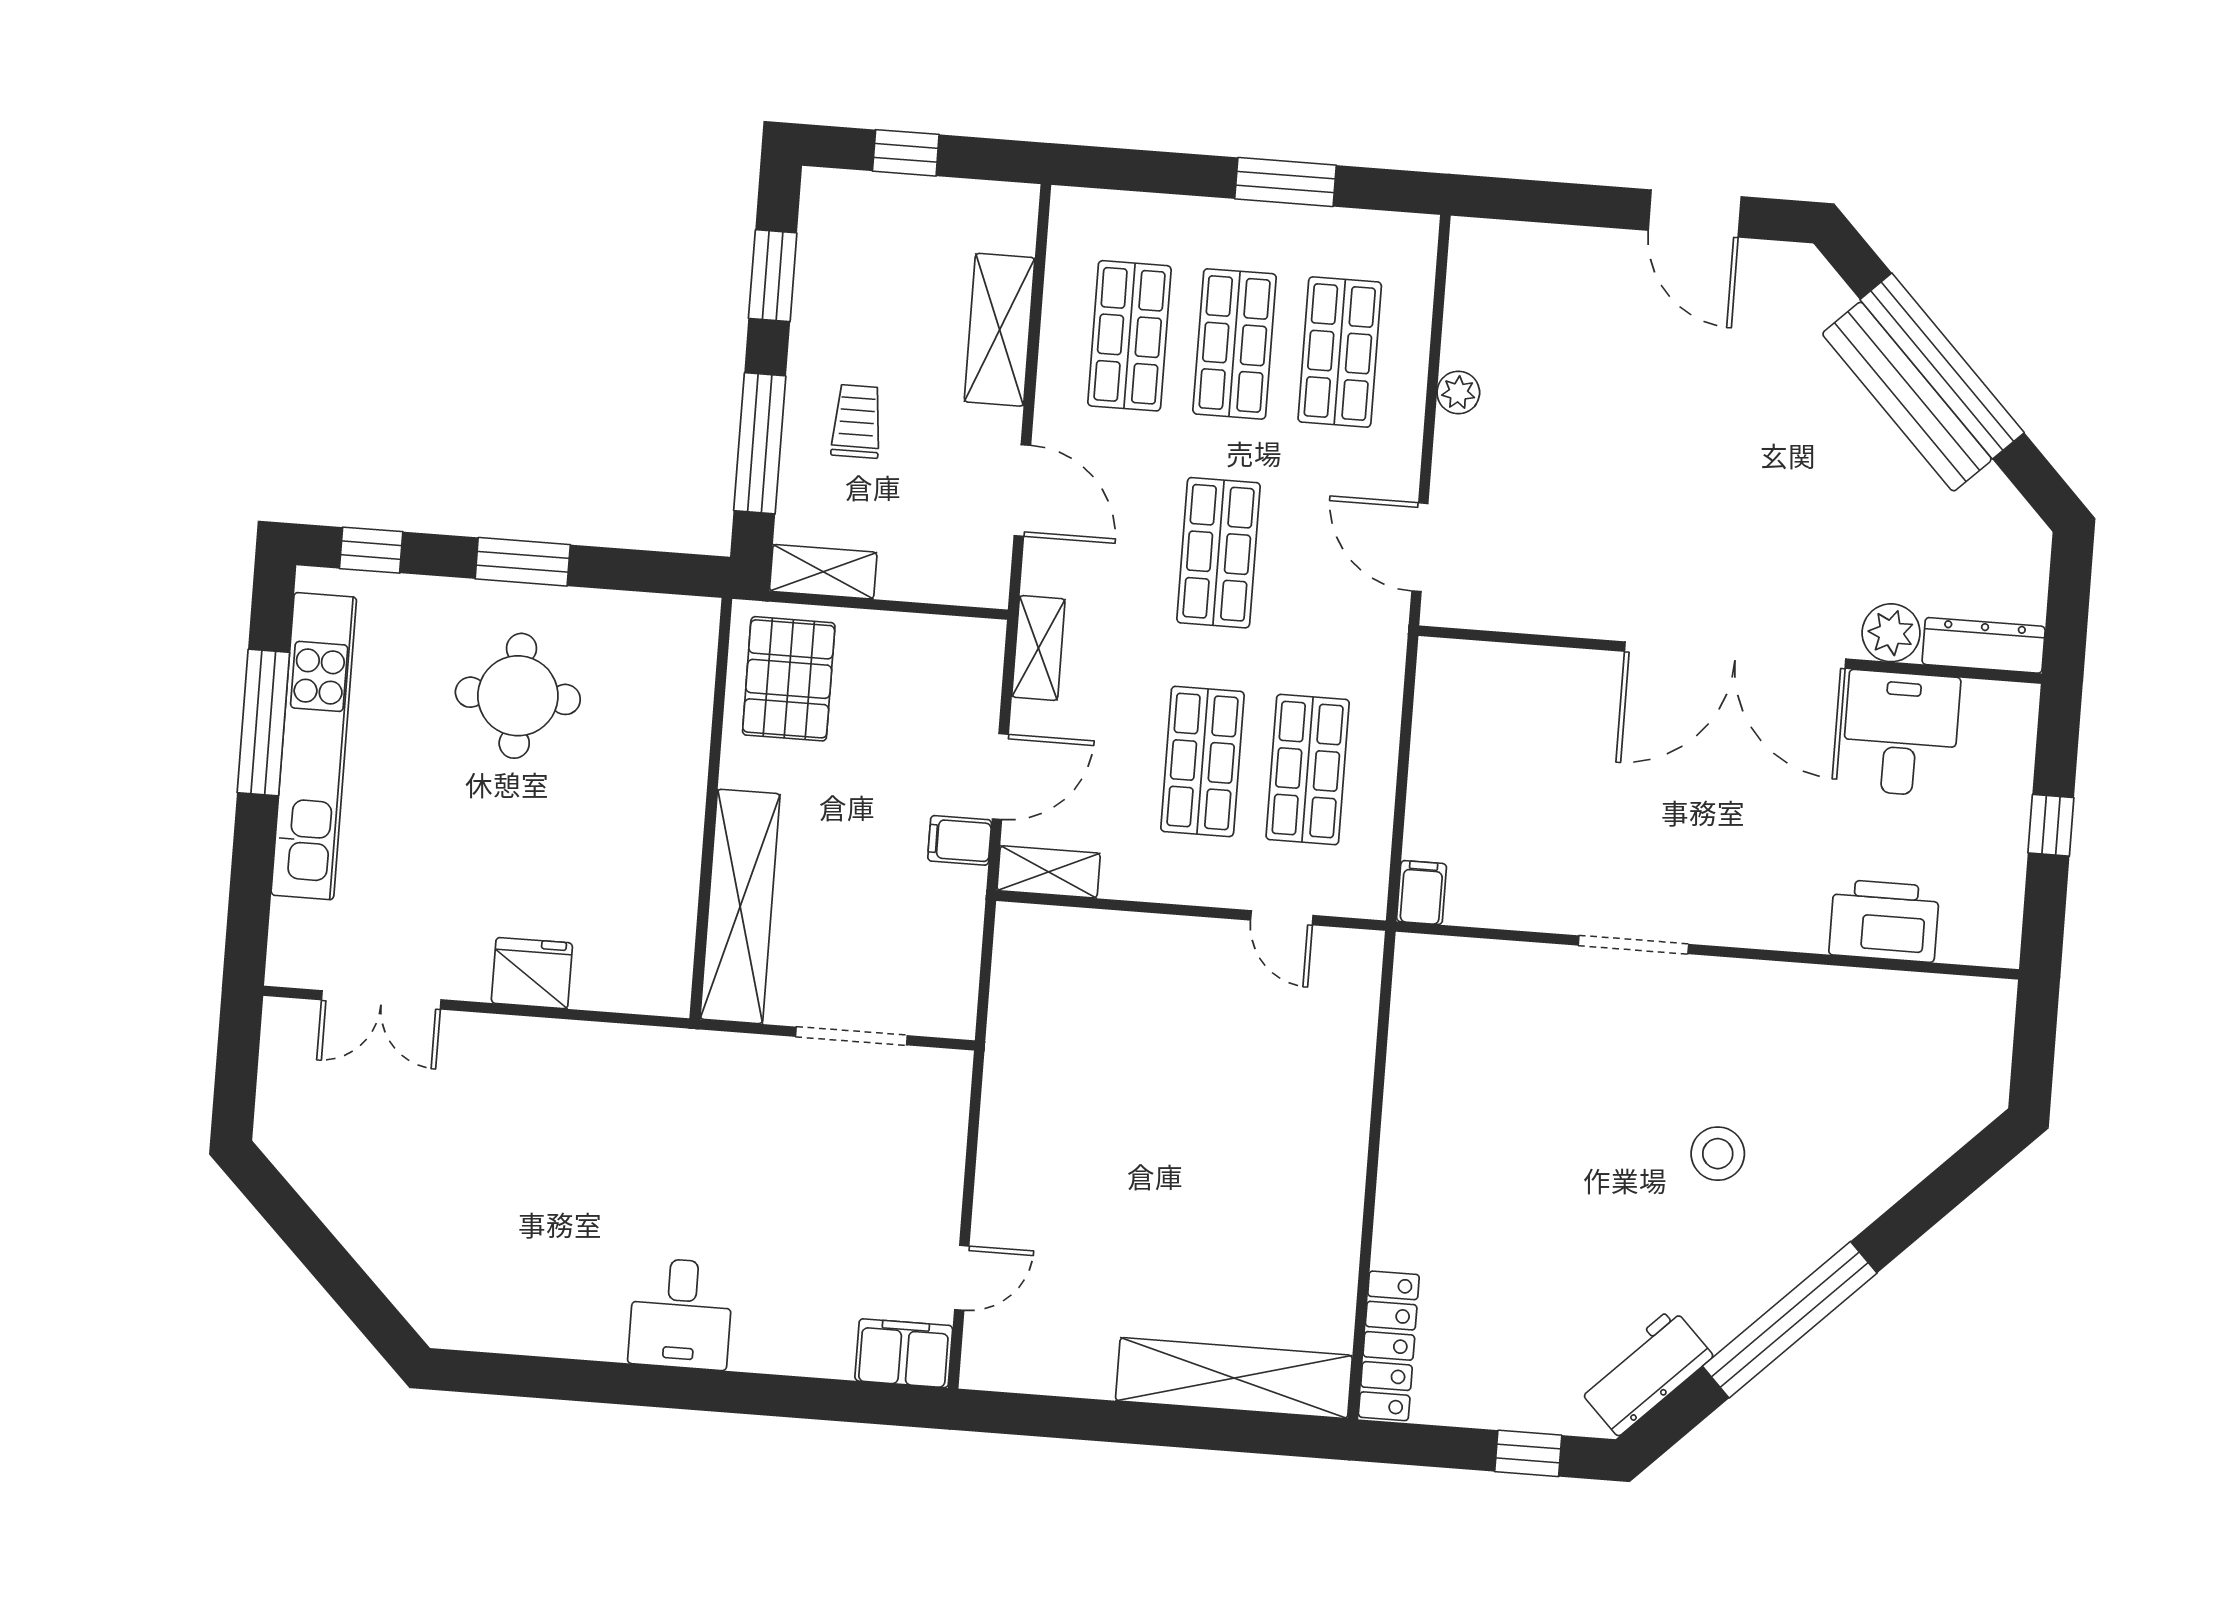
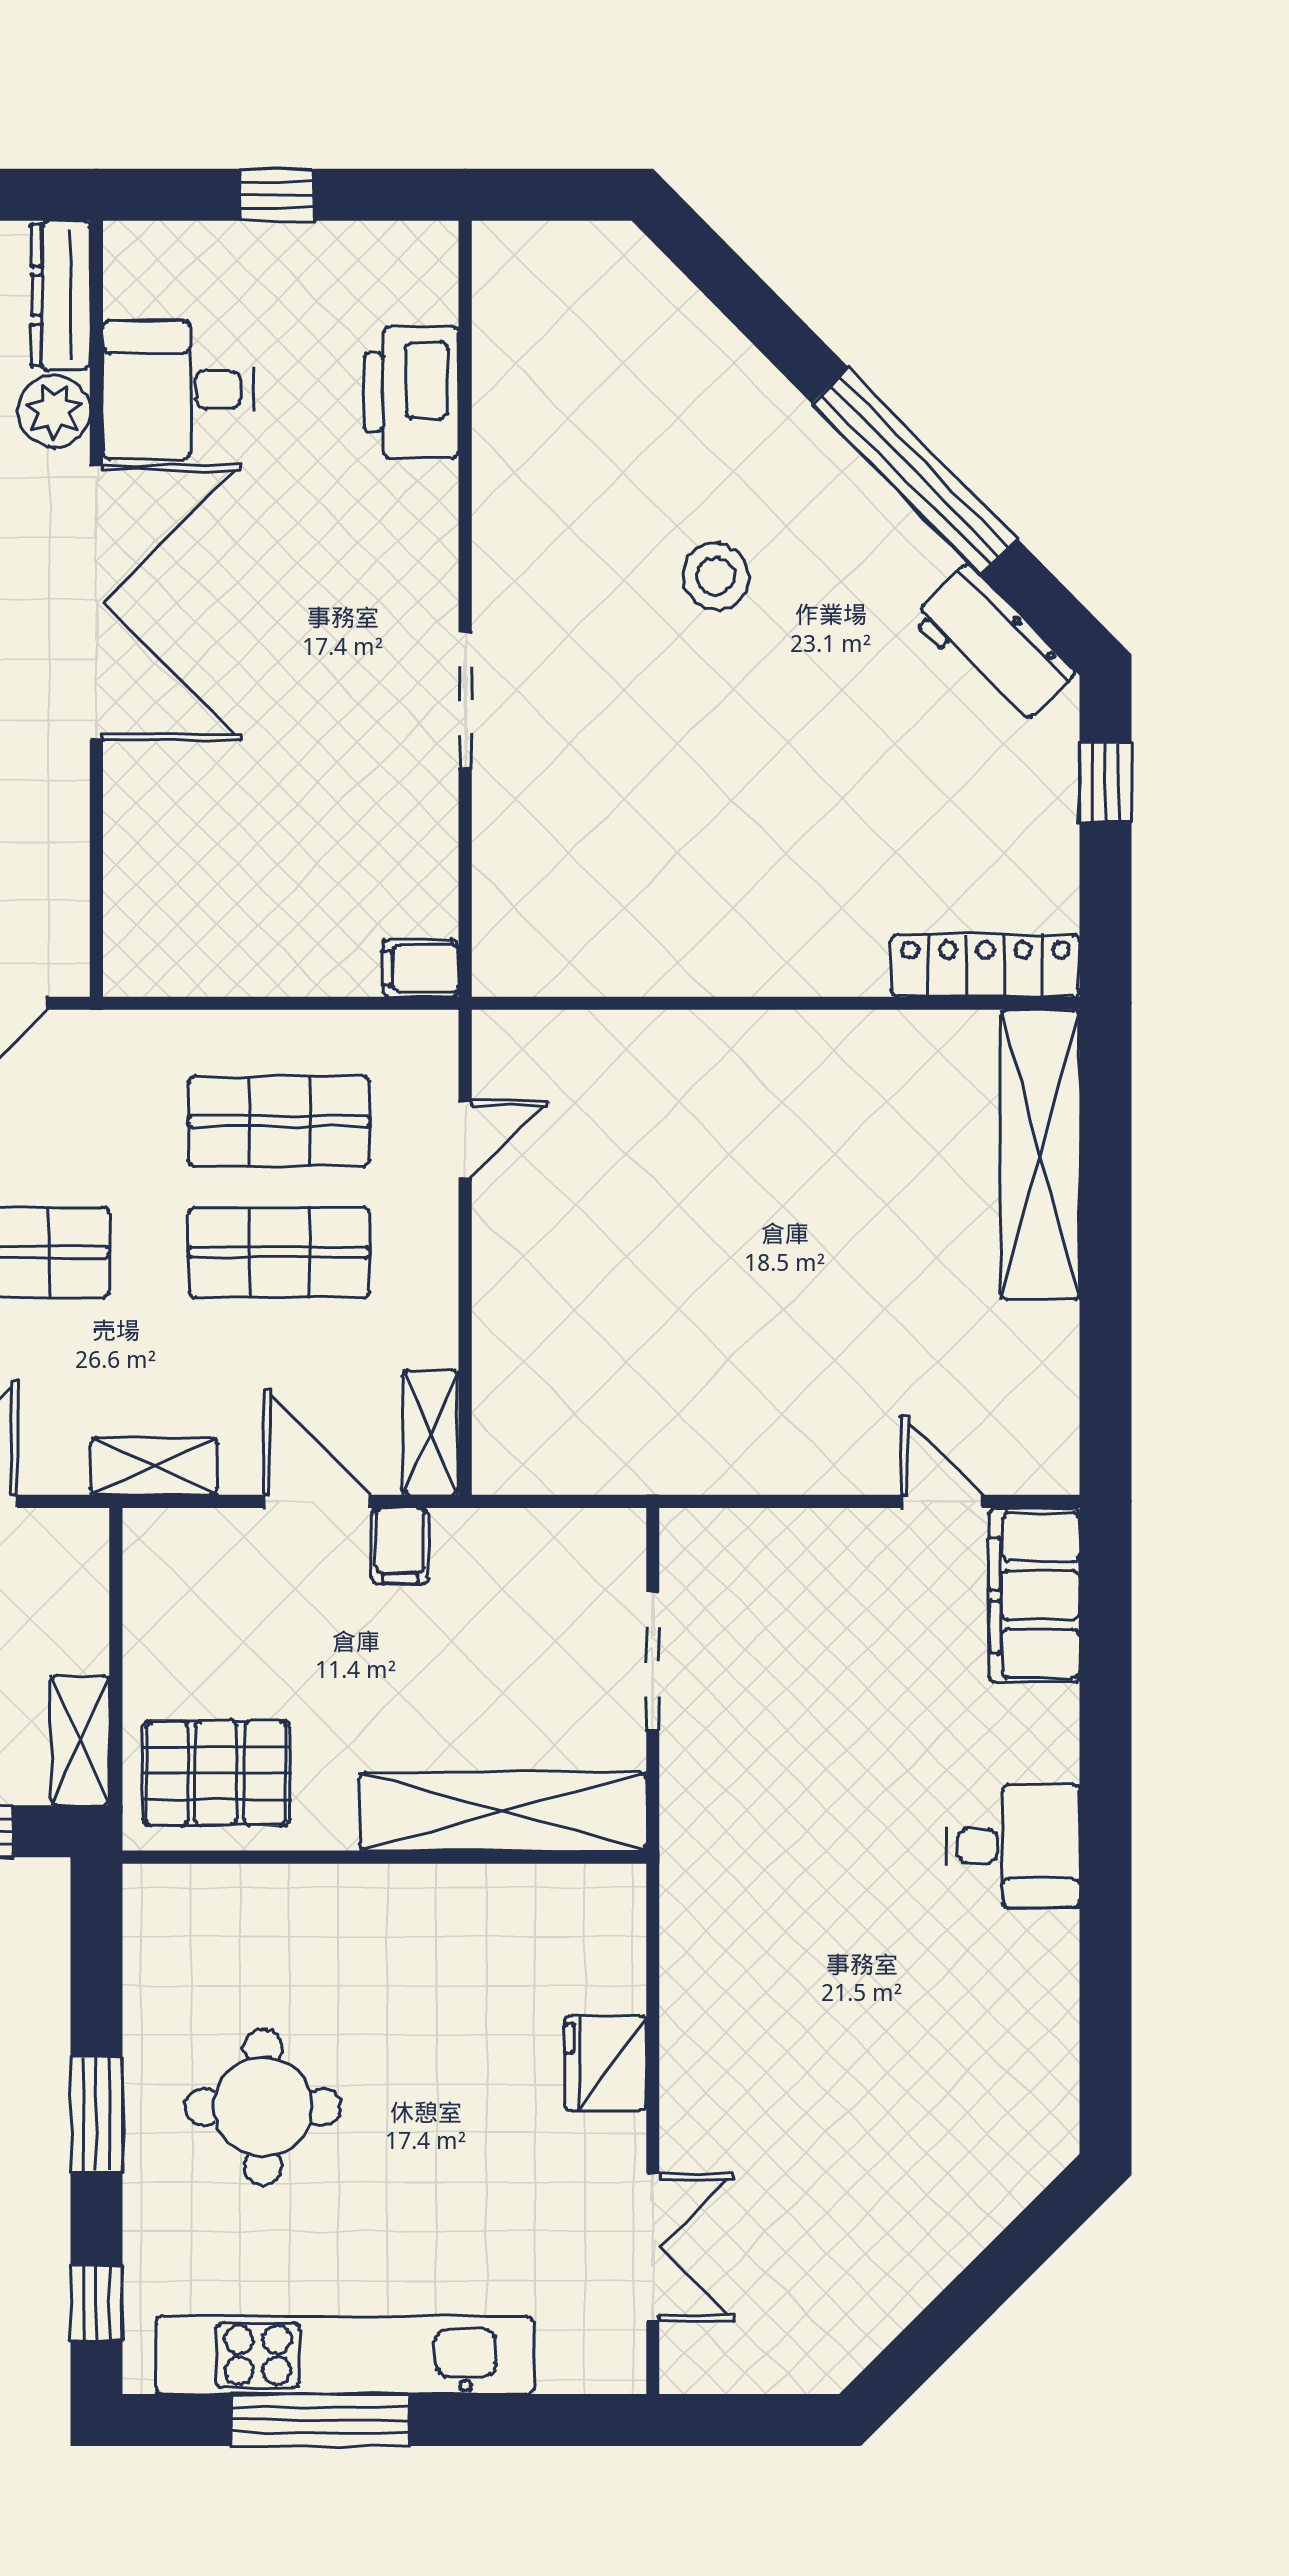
filing cabinet: (904, 1353) -> (1034, 1595), width x1.50, depth x1.17

